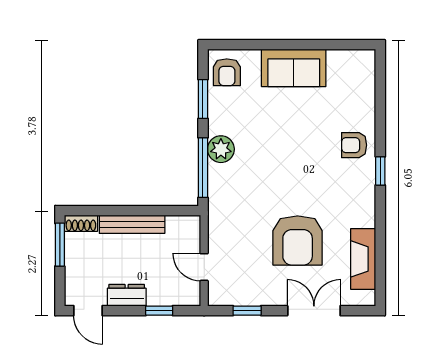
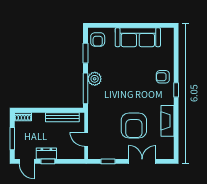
sofa: (294, 68) -> (138, 37), width x1.36
bench: (132, 224) -> (62, 117), moved
window: (60, 245) -> (12, 139), moved
fireplace: (363, 259) -> (167, 121), moved
window: (159, 311) -> (48, 161), moved

